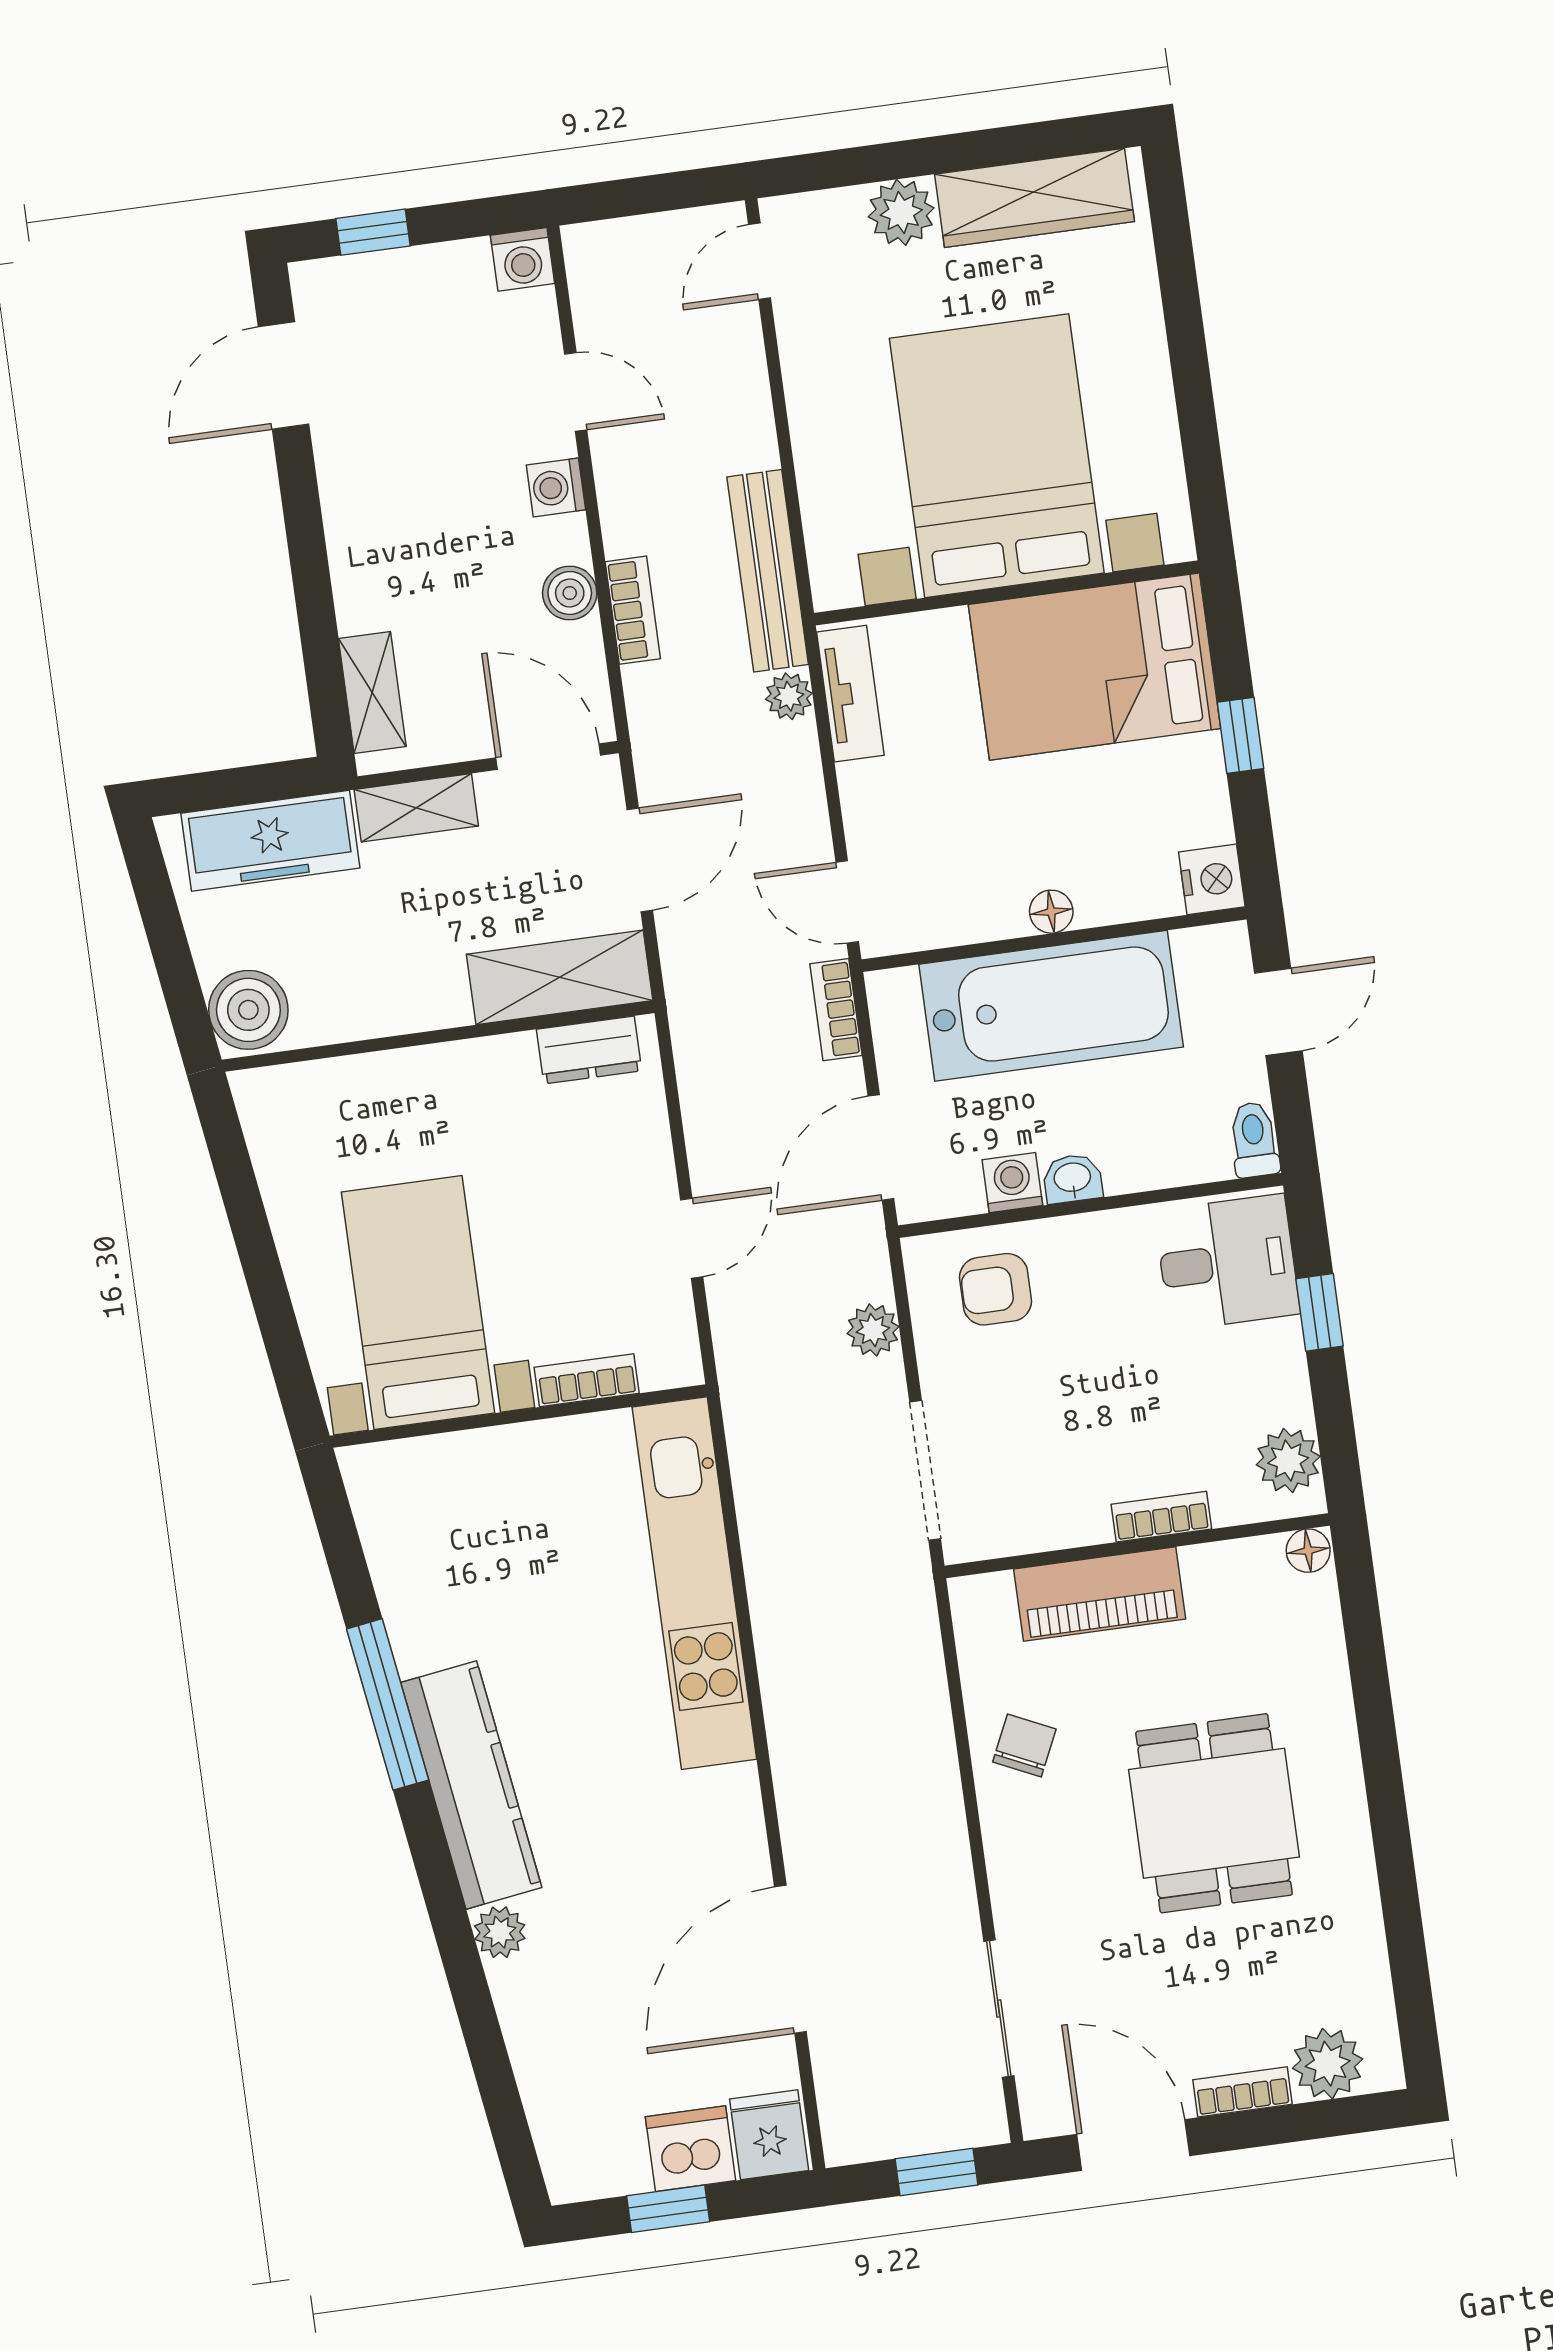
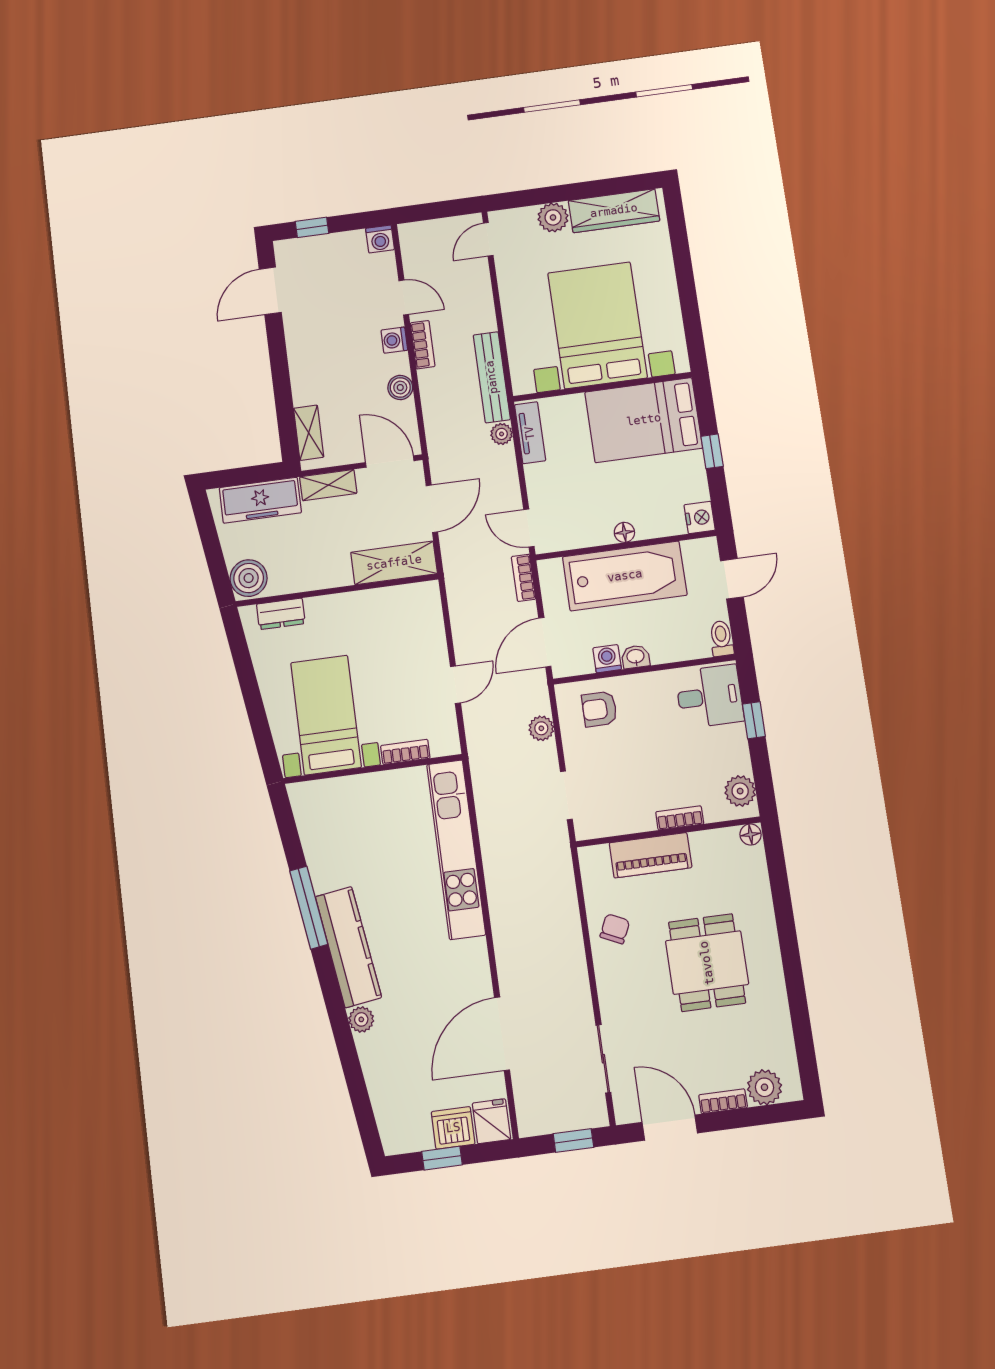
bookcase: (633, 610) -> (423, 345), moved
dresser: (589, 1050) -> (281, 614), moved
doorway: (925, 1470) -> (566, 795), width x0.73

